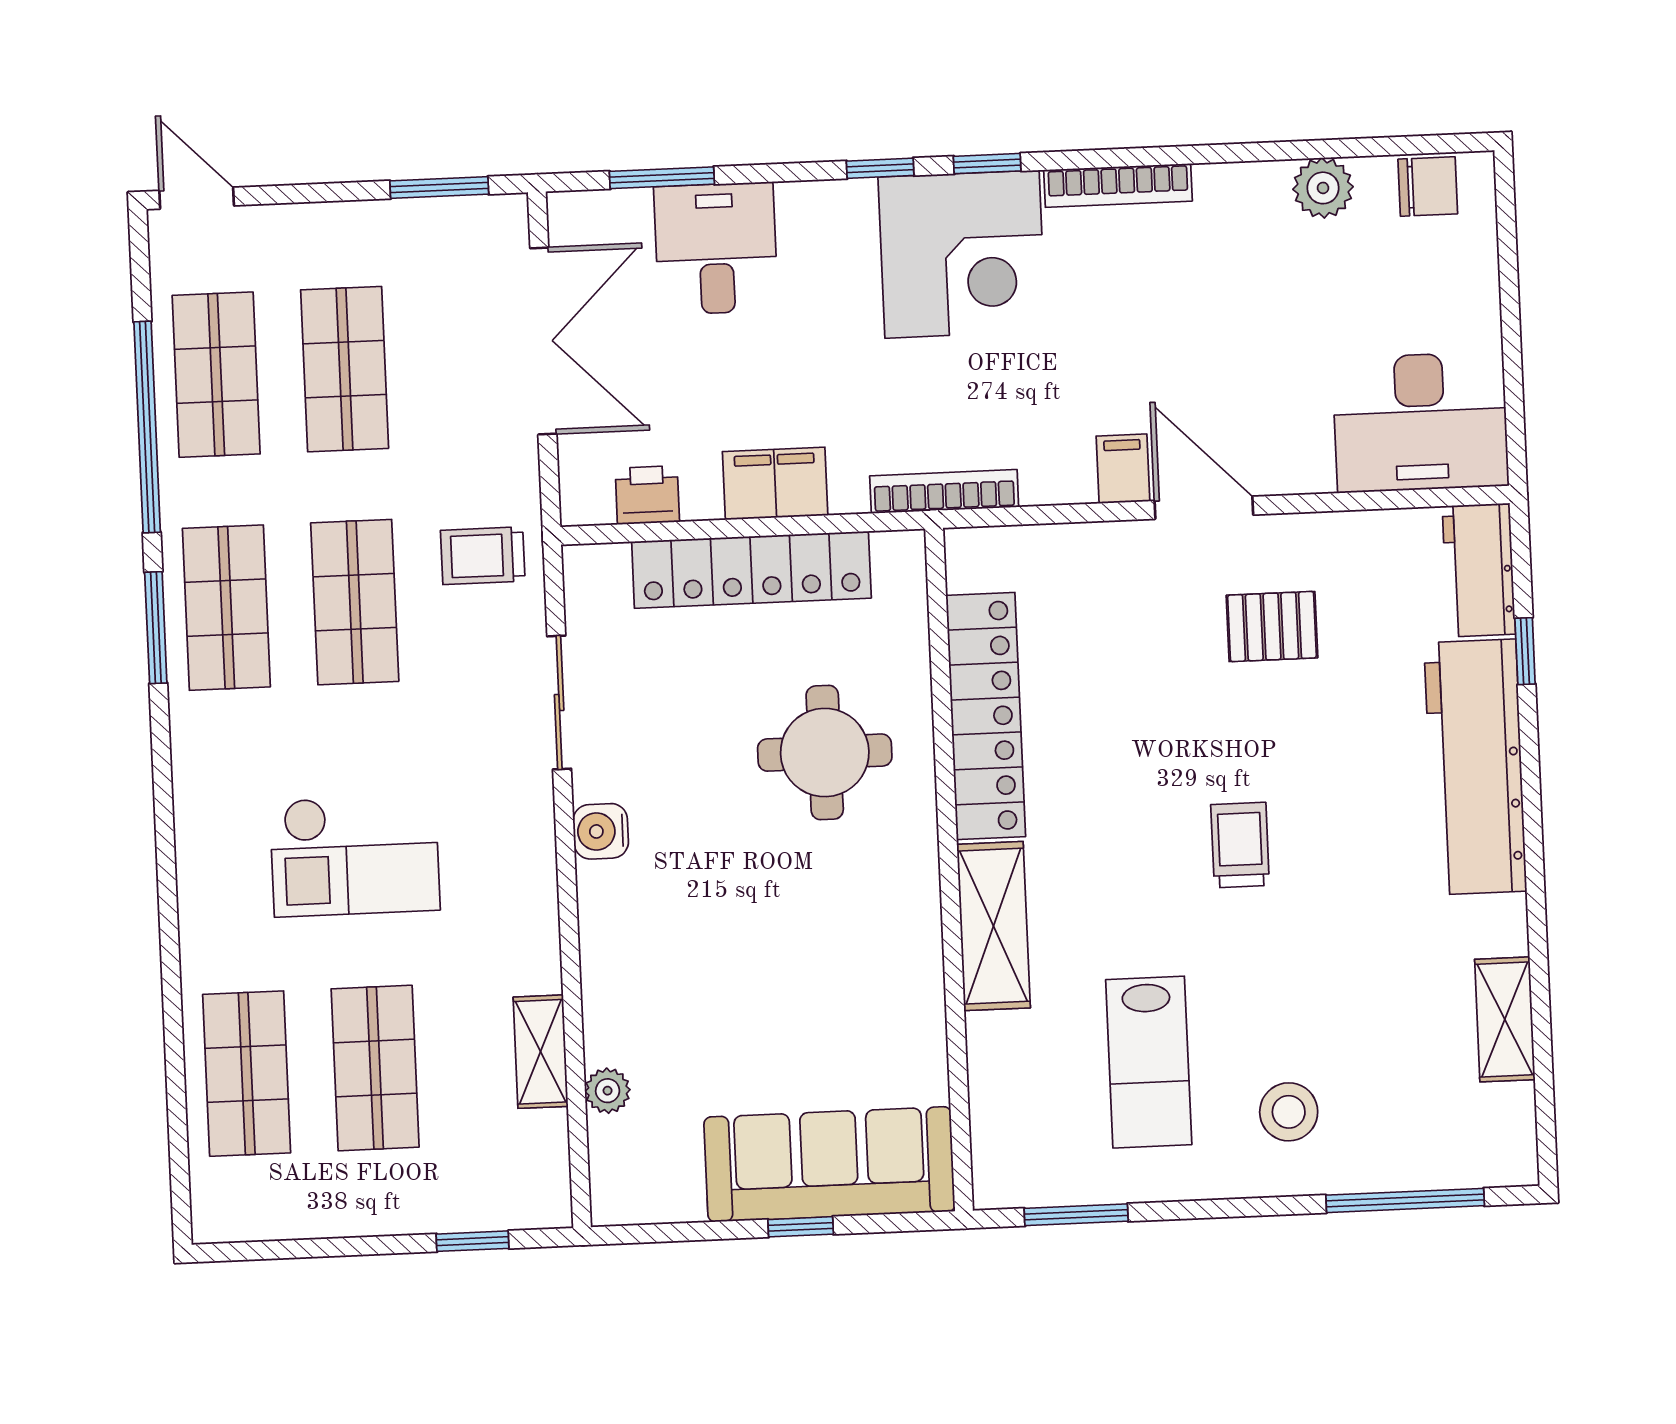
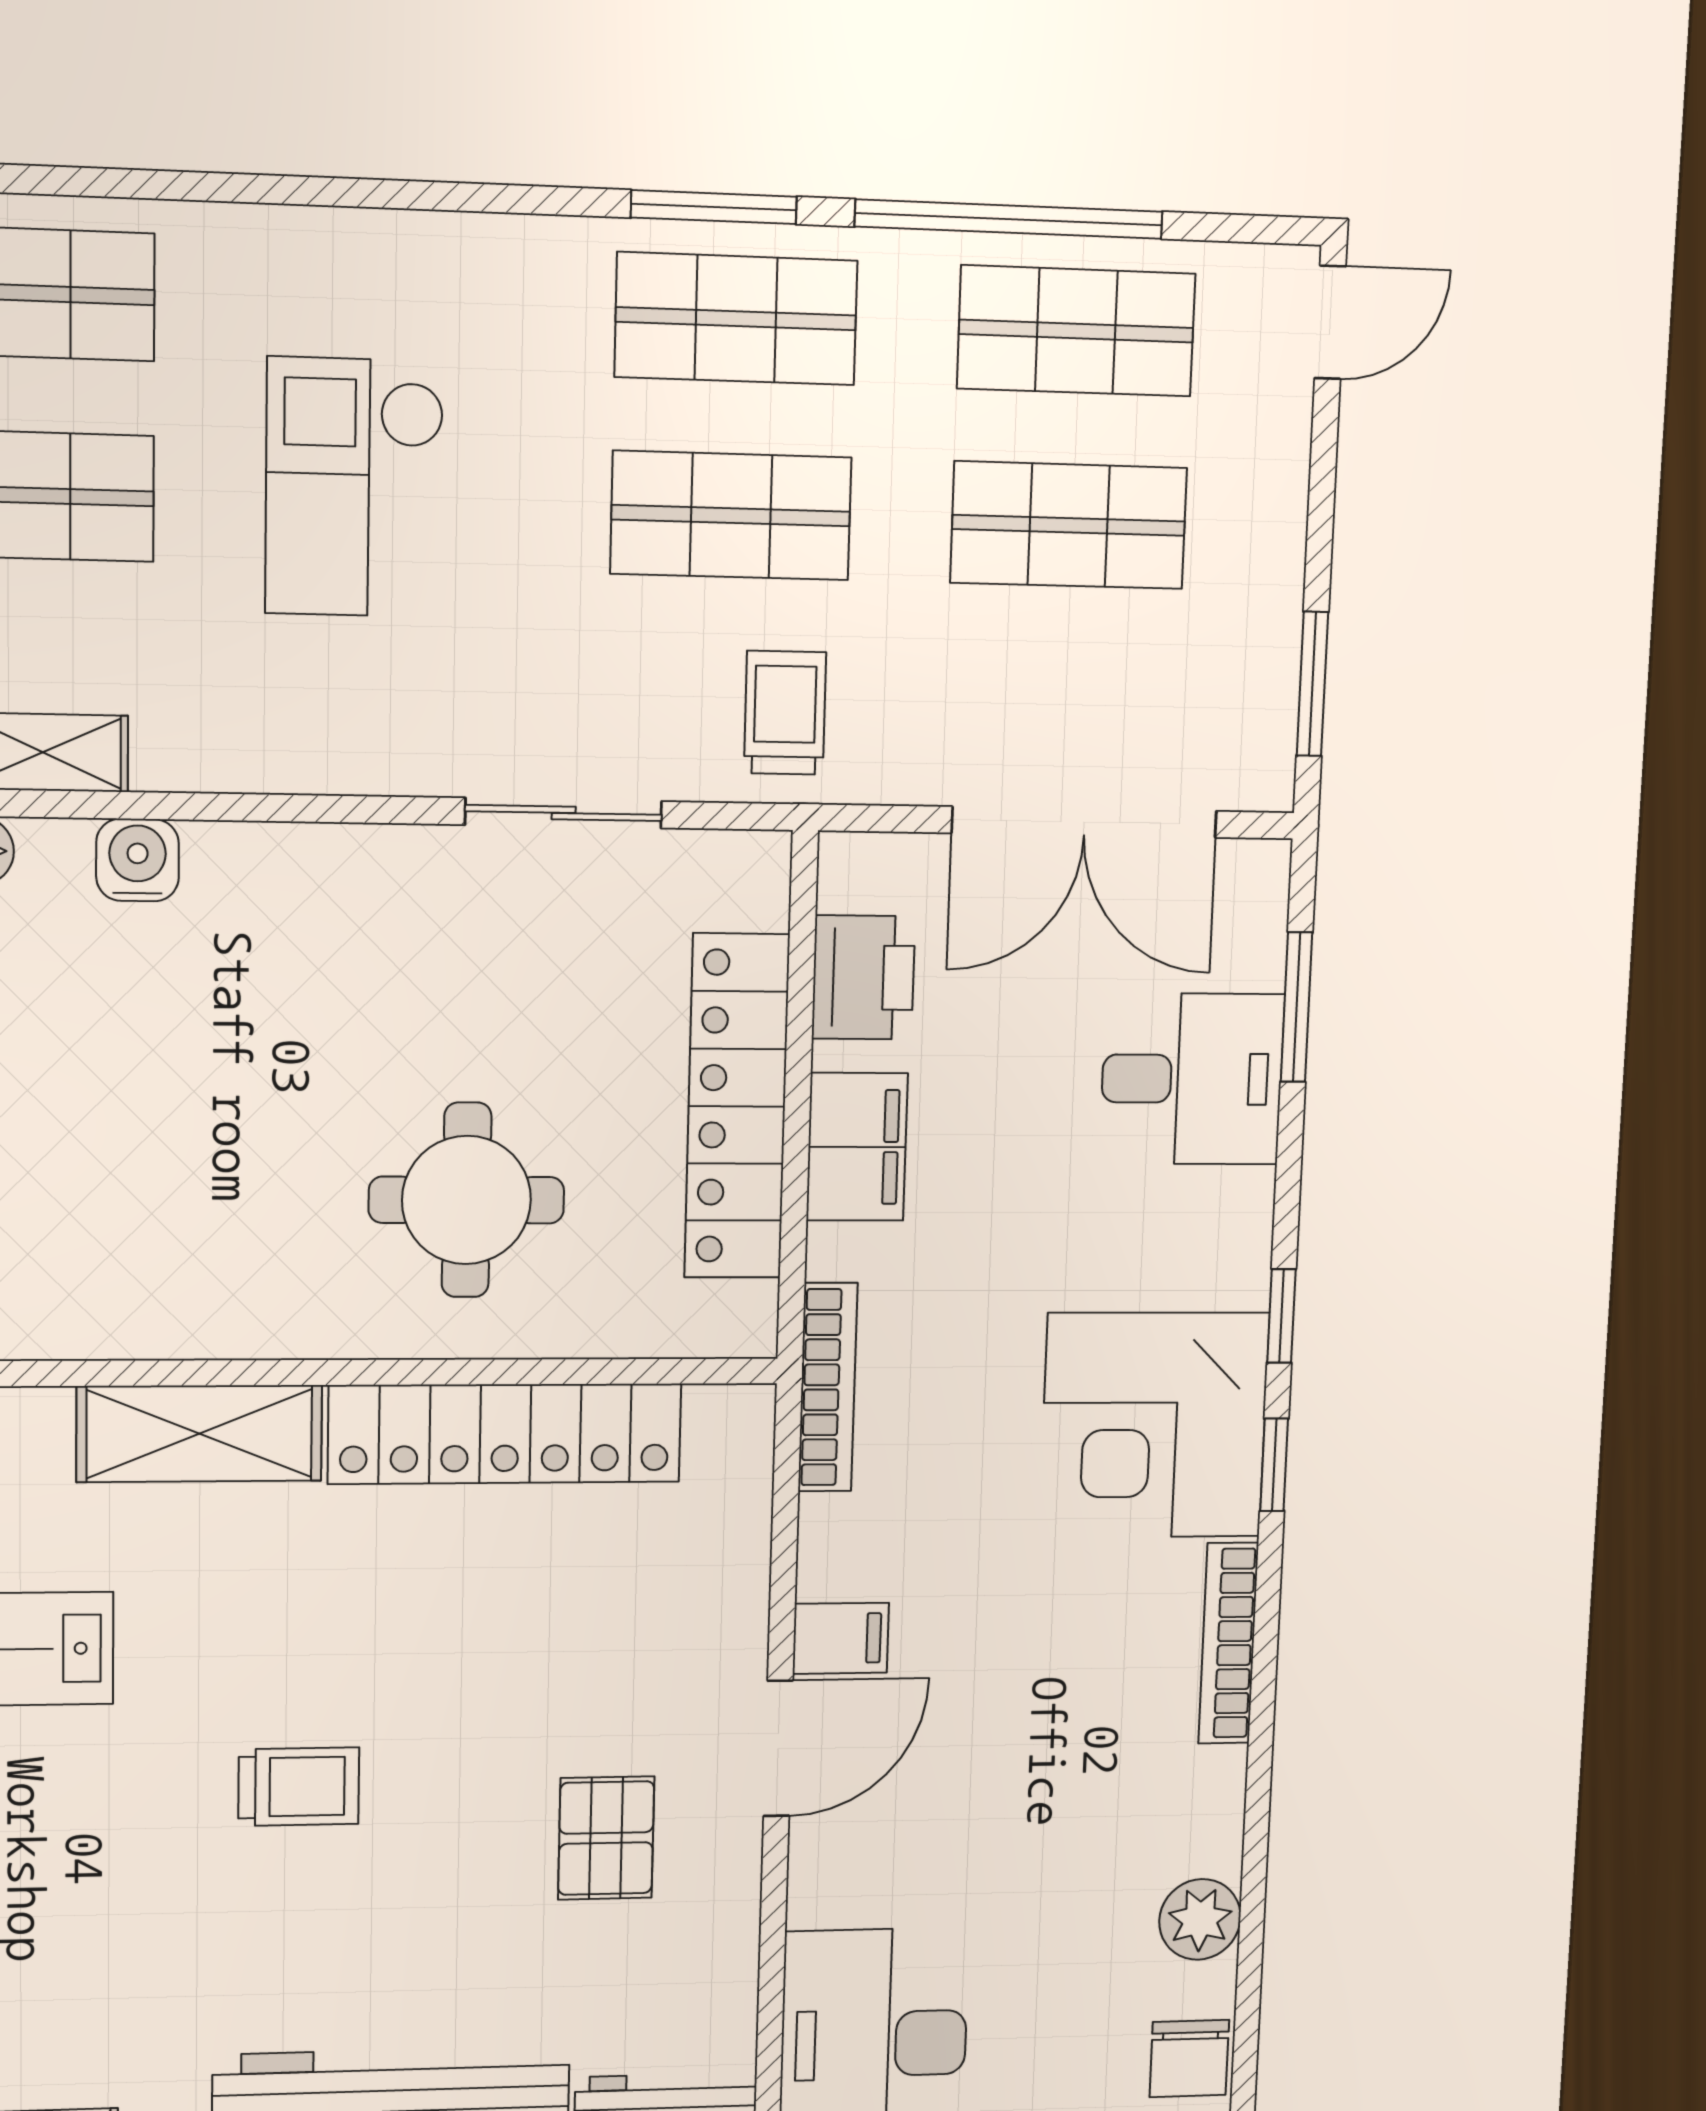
printer: (647, 495) -> (863, 977), width x1.36, depth x1.24
water cooler: (601, 831) -> (138, 860), moved

